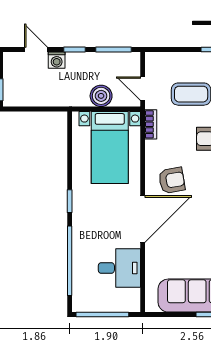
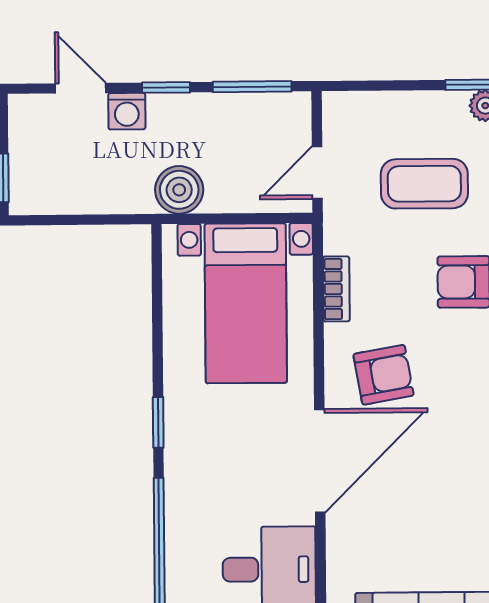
door: (143, 89) -> (317, 173), hinge flipped
boiler: (101, 96) -> (179, 190), moved
bookcase: (151, 124) -> (336, 289), moved

